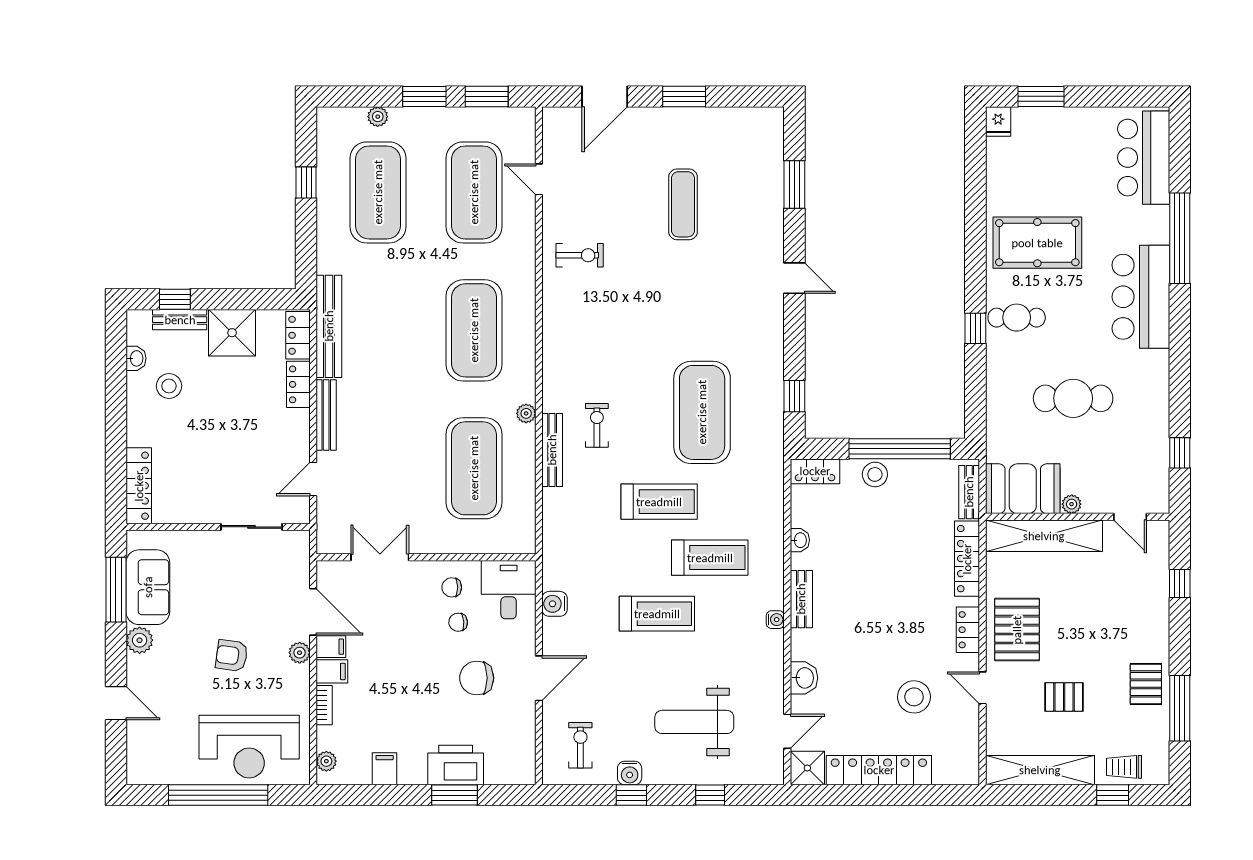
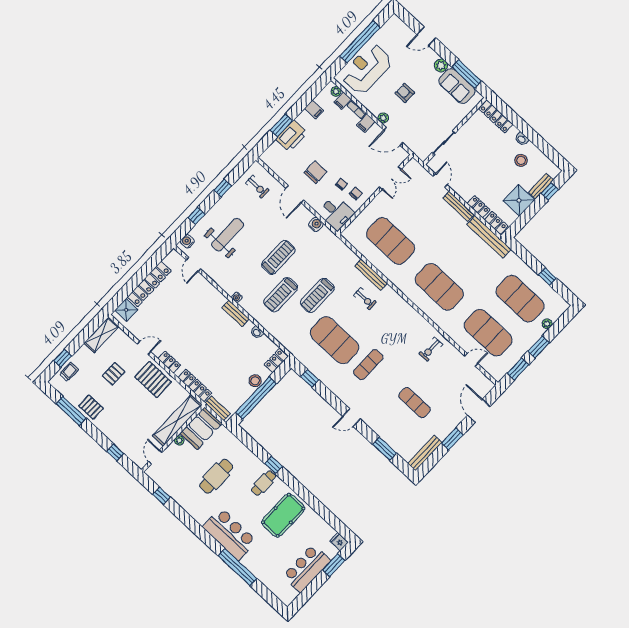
bench: (744, 118) -> (425, 453), added
bar counter: (1144, 158) -> (307, 568), moved, turned -90
exercise mat: (691, 327) -> (368, 365), added
washbasin: (136, 358) -> (522, 139), moved
plant: (526, 413) -> (393, 278), removed
door: (1130, 517) -> (155, 457), hinge flipped
treadmill: (657, 614) -> (278, 257), turned 180
filing cabinet: (331, 647) -> (343, 101), moved
armchair: (232, 656) -> (405, 93), turned -98
washbasin: (804, 678) -> (207, 288), removed
stool: (914, 697) -> (163, 321), removed
shower: (807, 768) -> (126, 310), moved
shelving: (1040, 770) -> (101, 335), width x0.68
water cooler: (630, 773) -> (187, 241), moved

